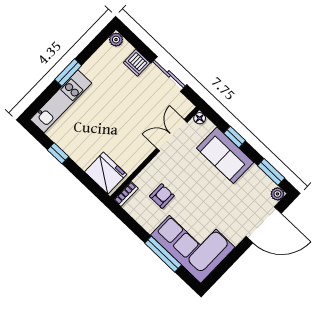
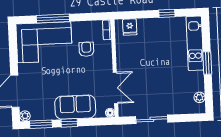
plant: (116, 40) -> (199, 97), moved
dishwasher: (137, 63) -> (176, 107), removed
window: (235, 137) -> (69, 123), moved
fridge: (106, 173) -> (130, 27), width x0.53, depth x0.75
armchair: (162, 196) -> (86, 49), turned 180

